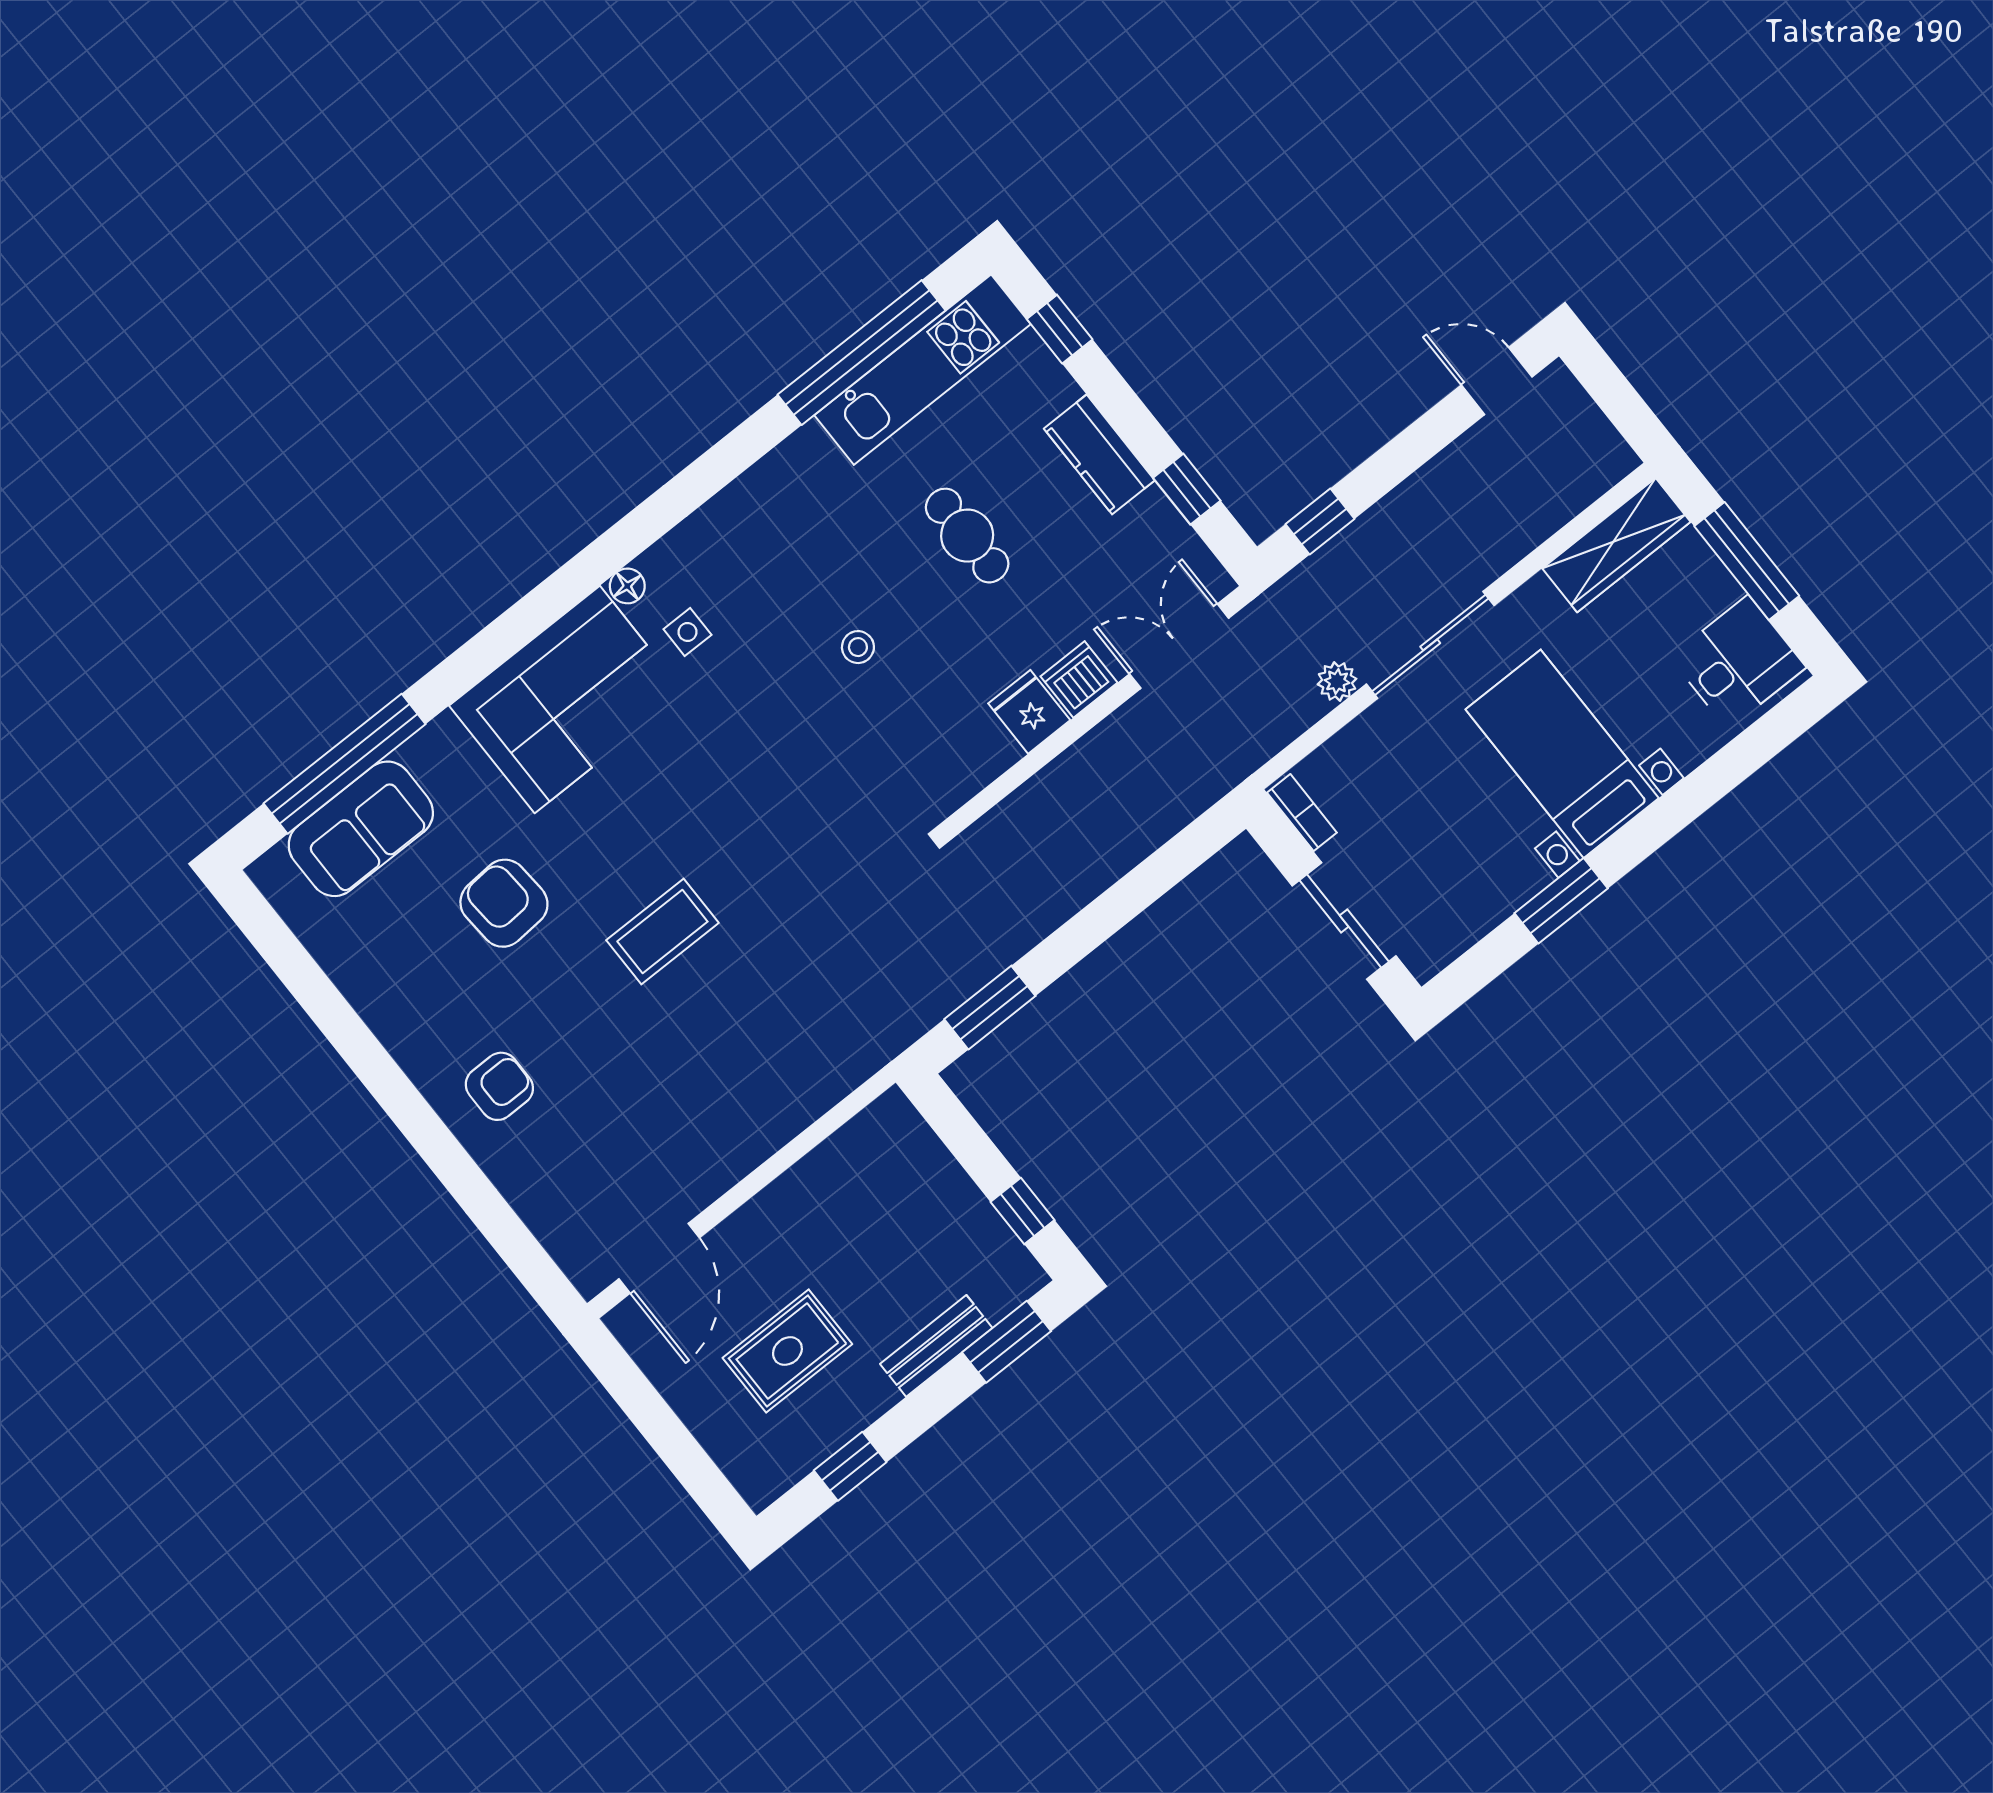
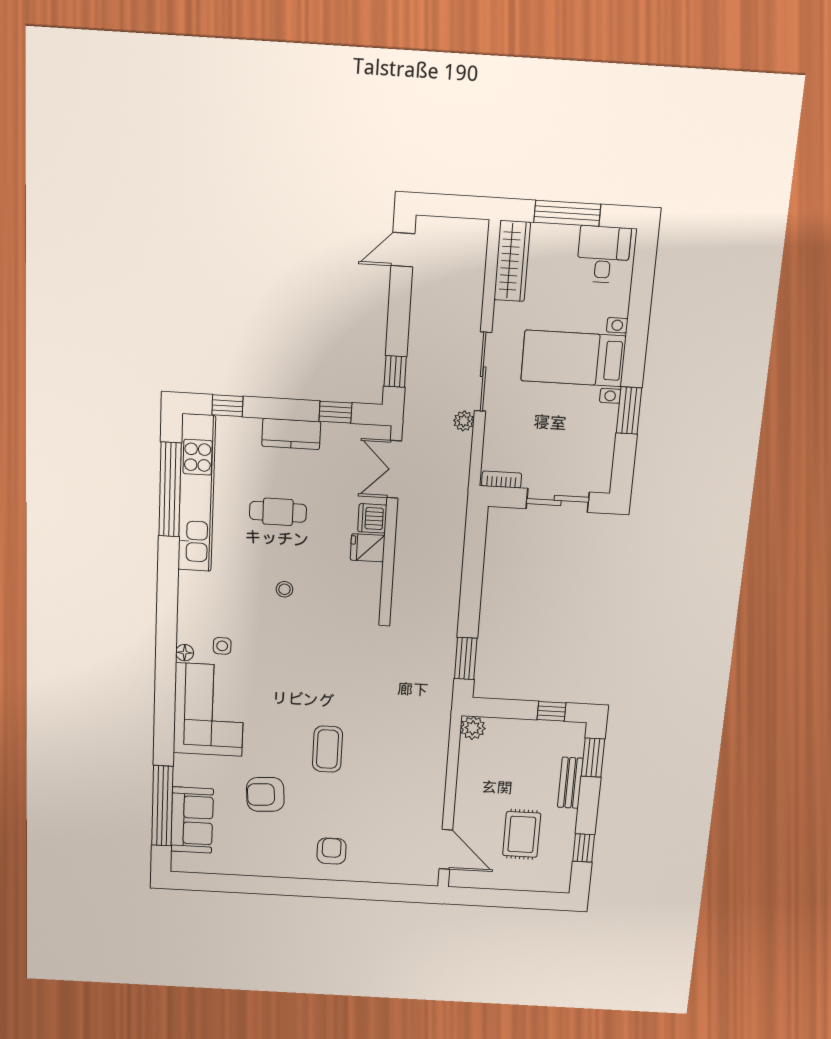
kitchen unit: (922, 370) -> (197, 493), width x1.36
plant: (892, 1118) -> (473, 728), added

